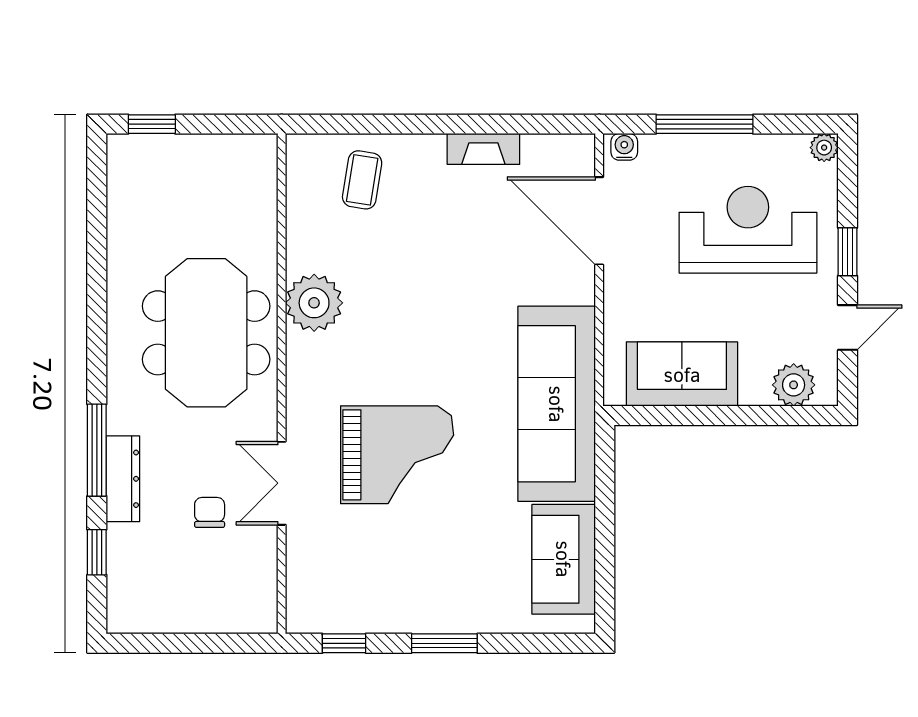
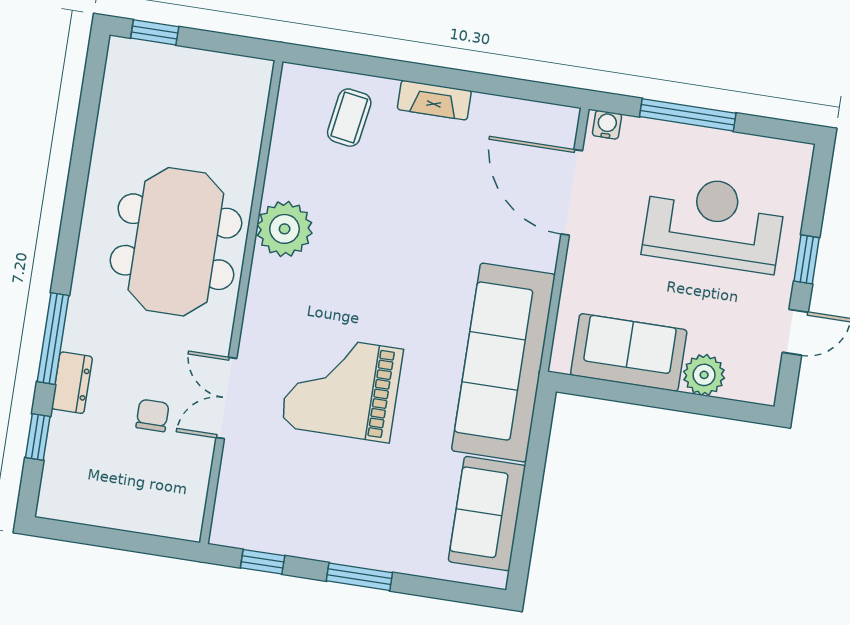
plant: (824, 148) -> (800, 155), removed
fireplace: (483, 149) -> (434, 100), moved
plant: (794, 385) -> (704, 375), moved
grand piano: (397, 455) -> (342, 388), turned 180
dresser: (123, 479) -> (72, 383), width x0.70

